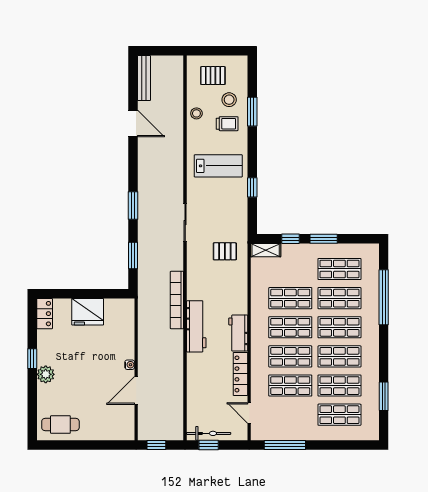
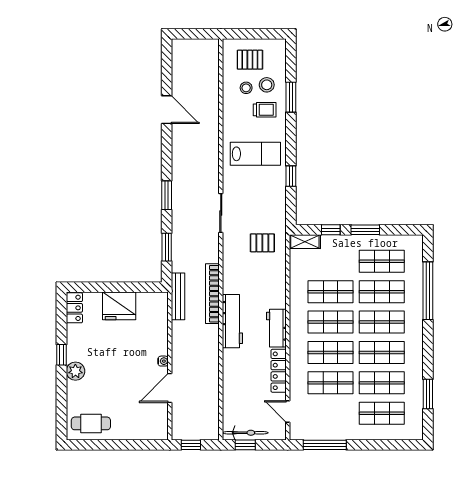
bench: (144, 78) -> (178, 296), moved
stool: (196, 113) -> (246, 88), moved

